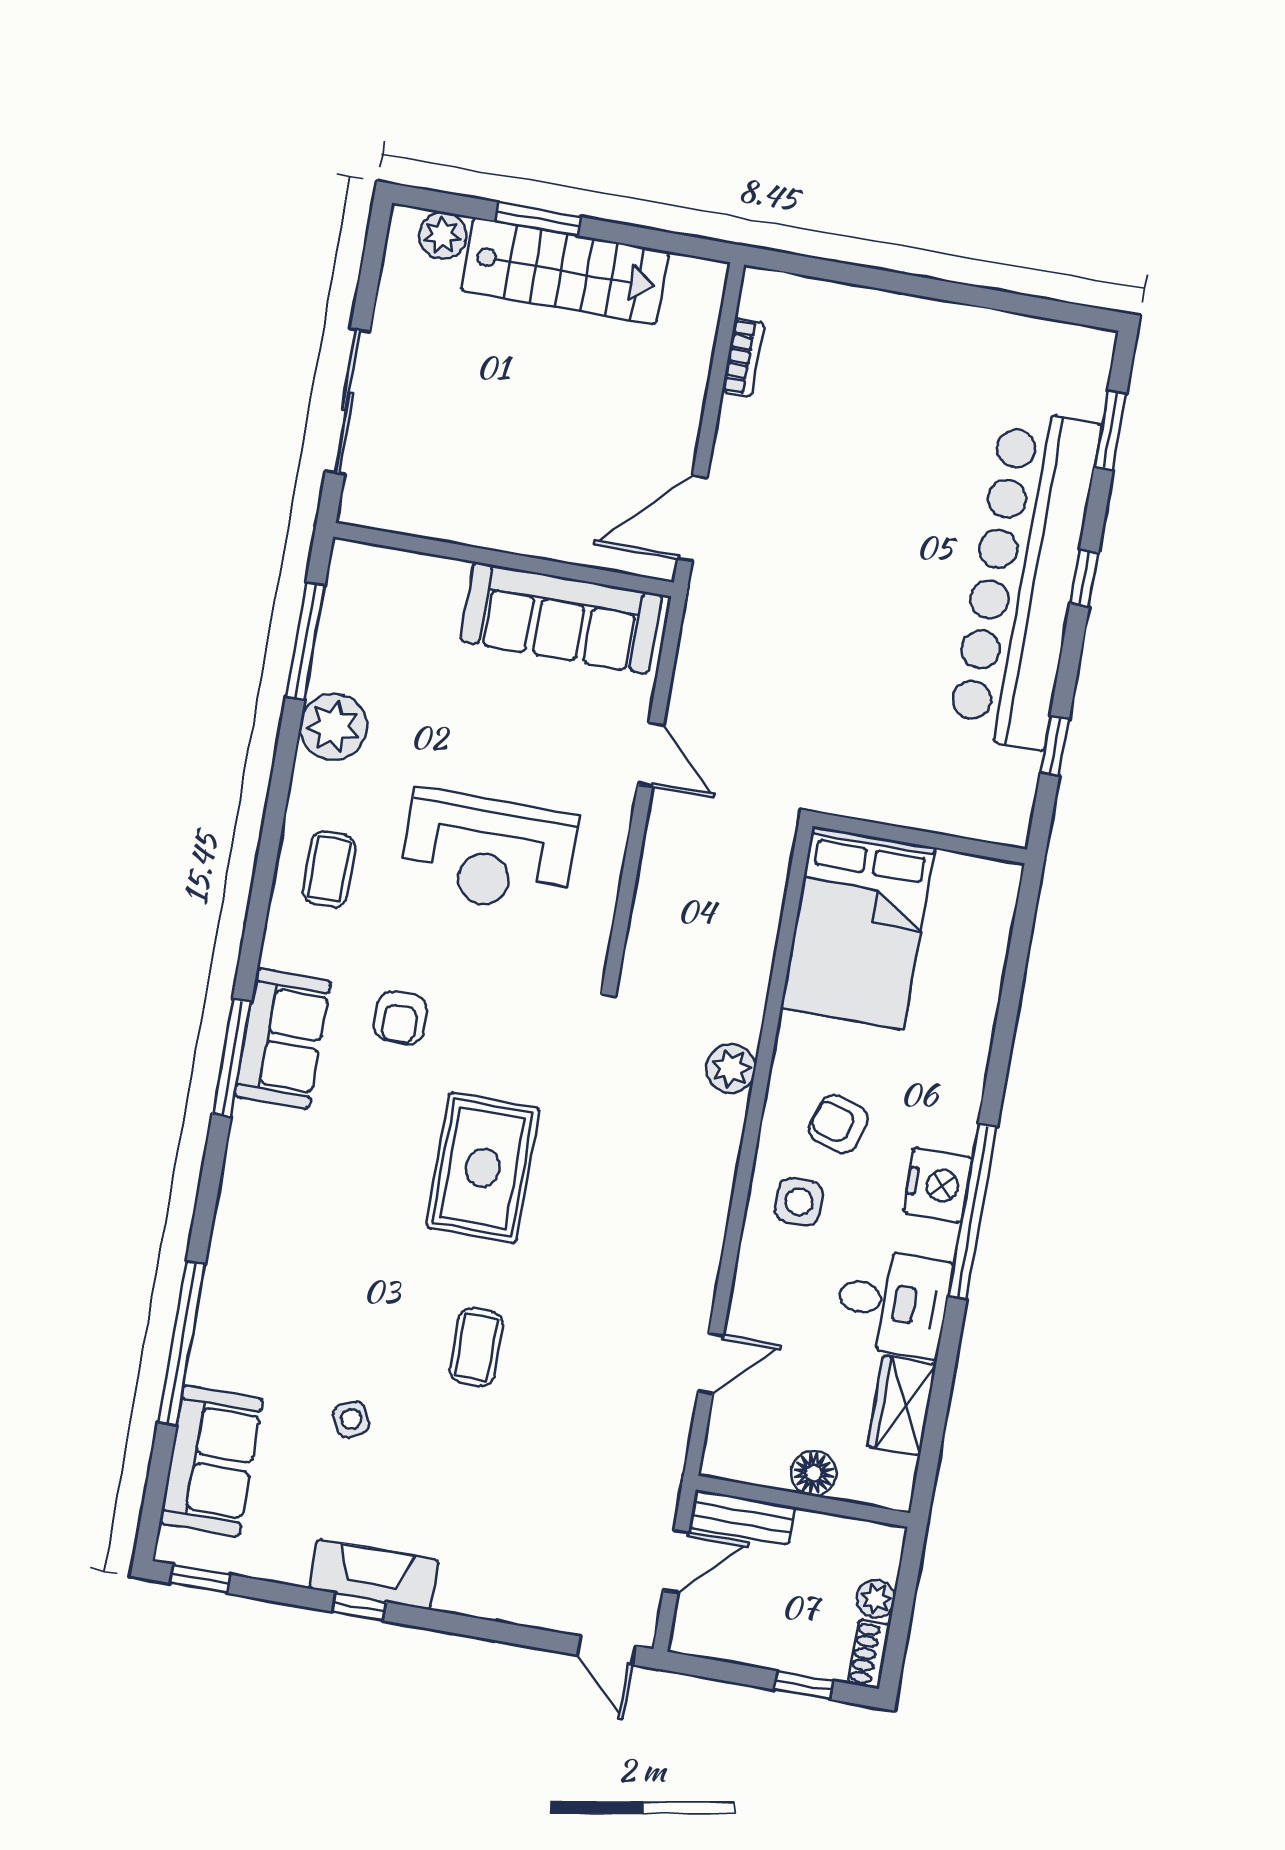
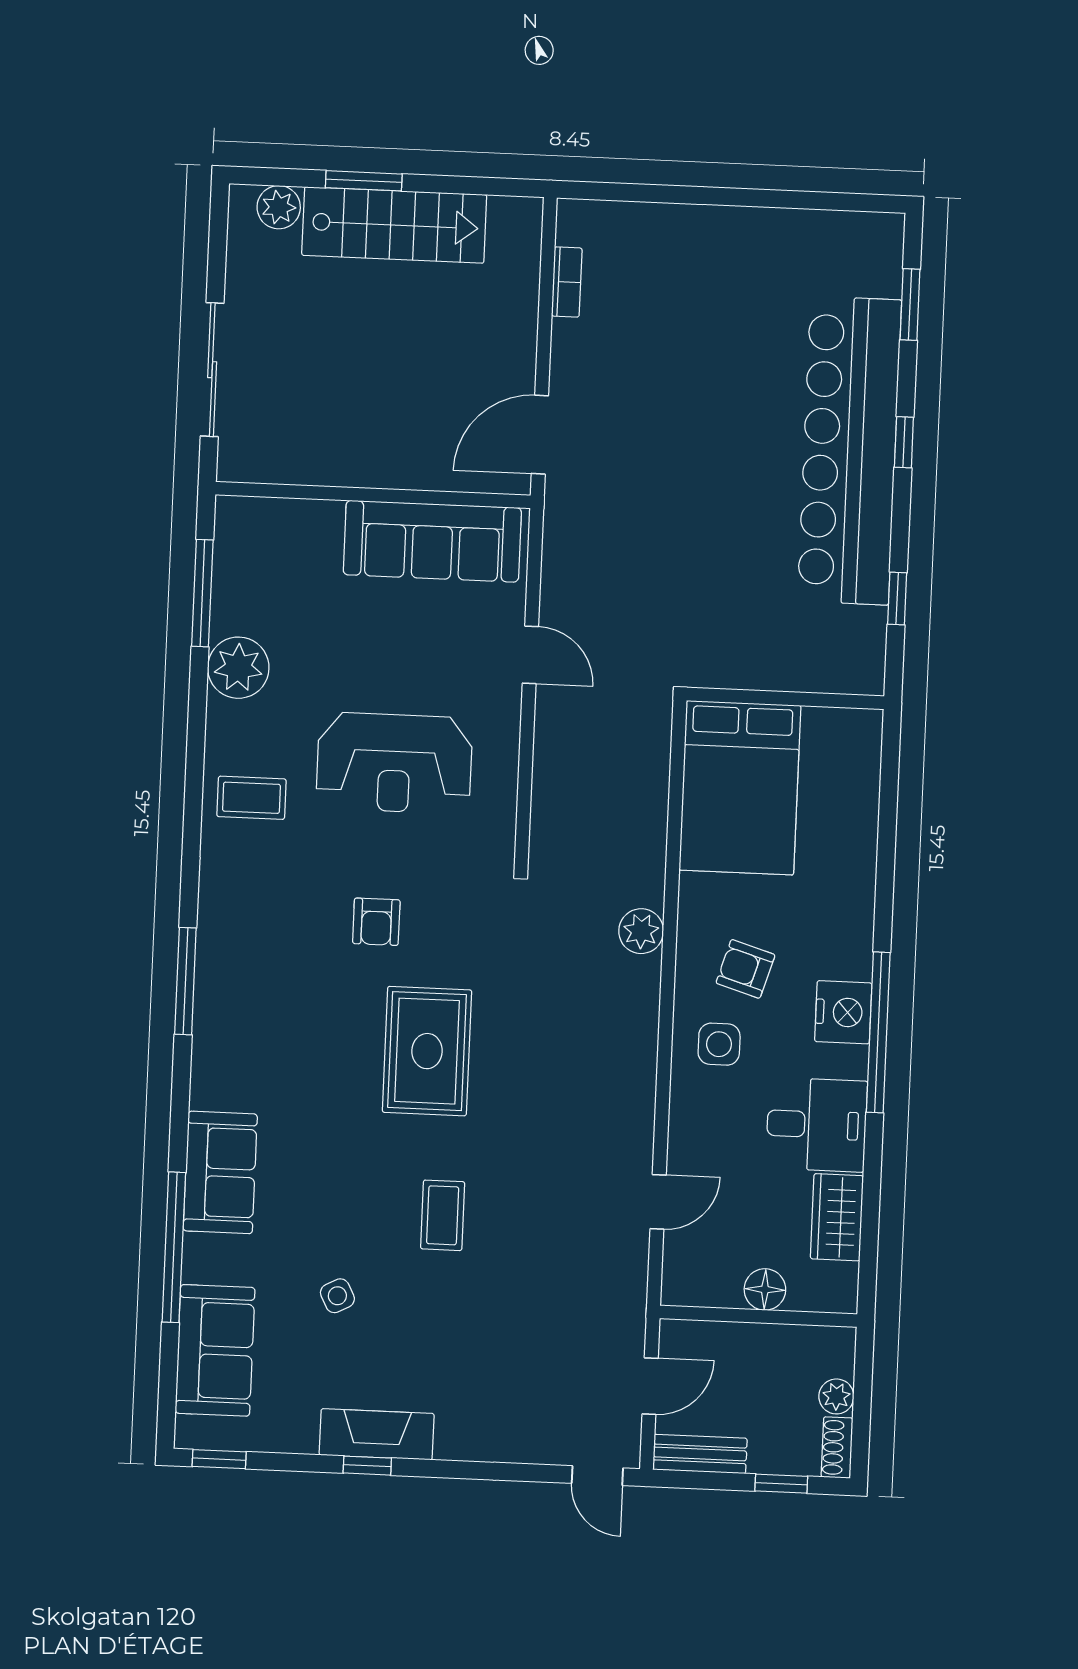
coffee table: (329, 869) -> (251, 798), turned 90
armchair: (401, 1018) -> (376, 922), moved
sofa: (283, 1039) -> (220, 1172), moved
bench: (742, 1517) -> (700, 1454), moved

